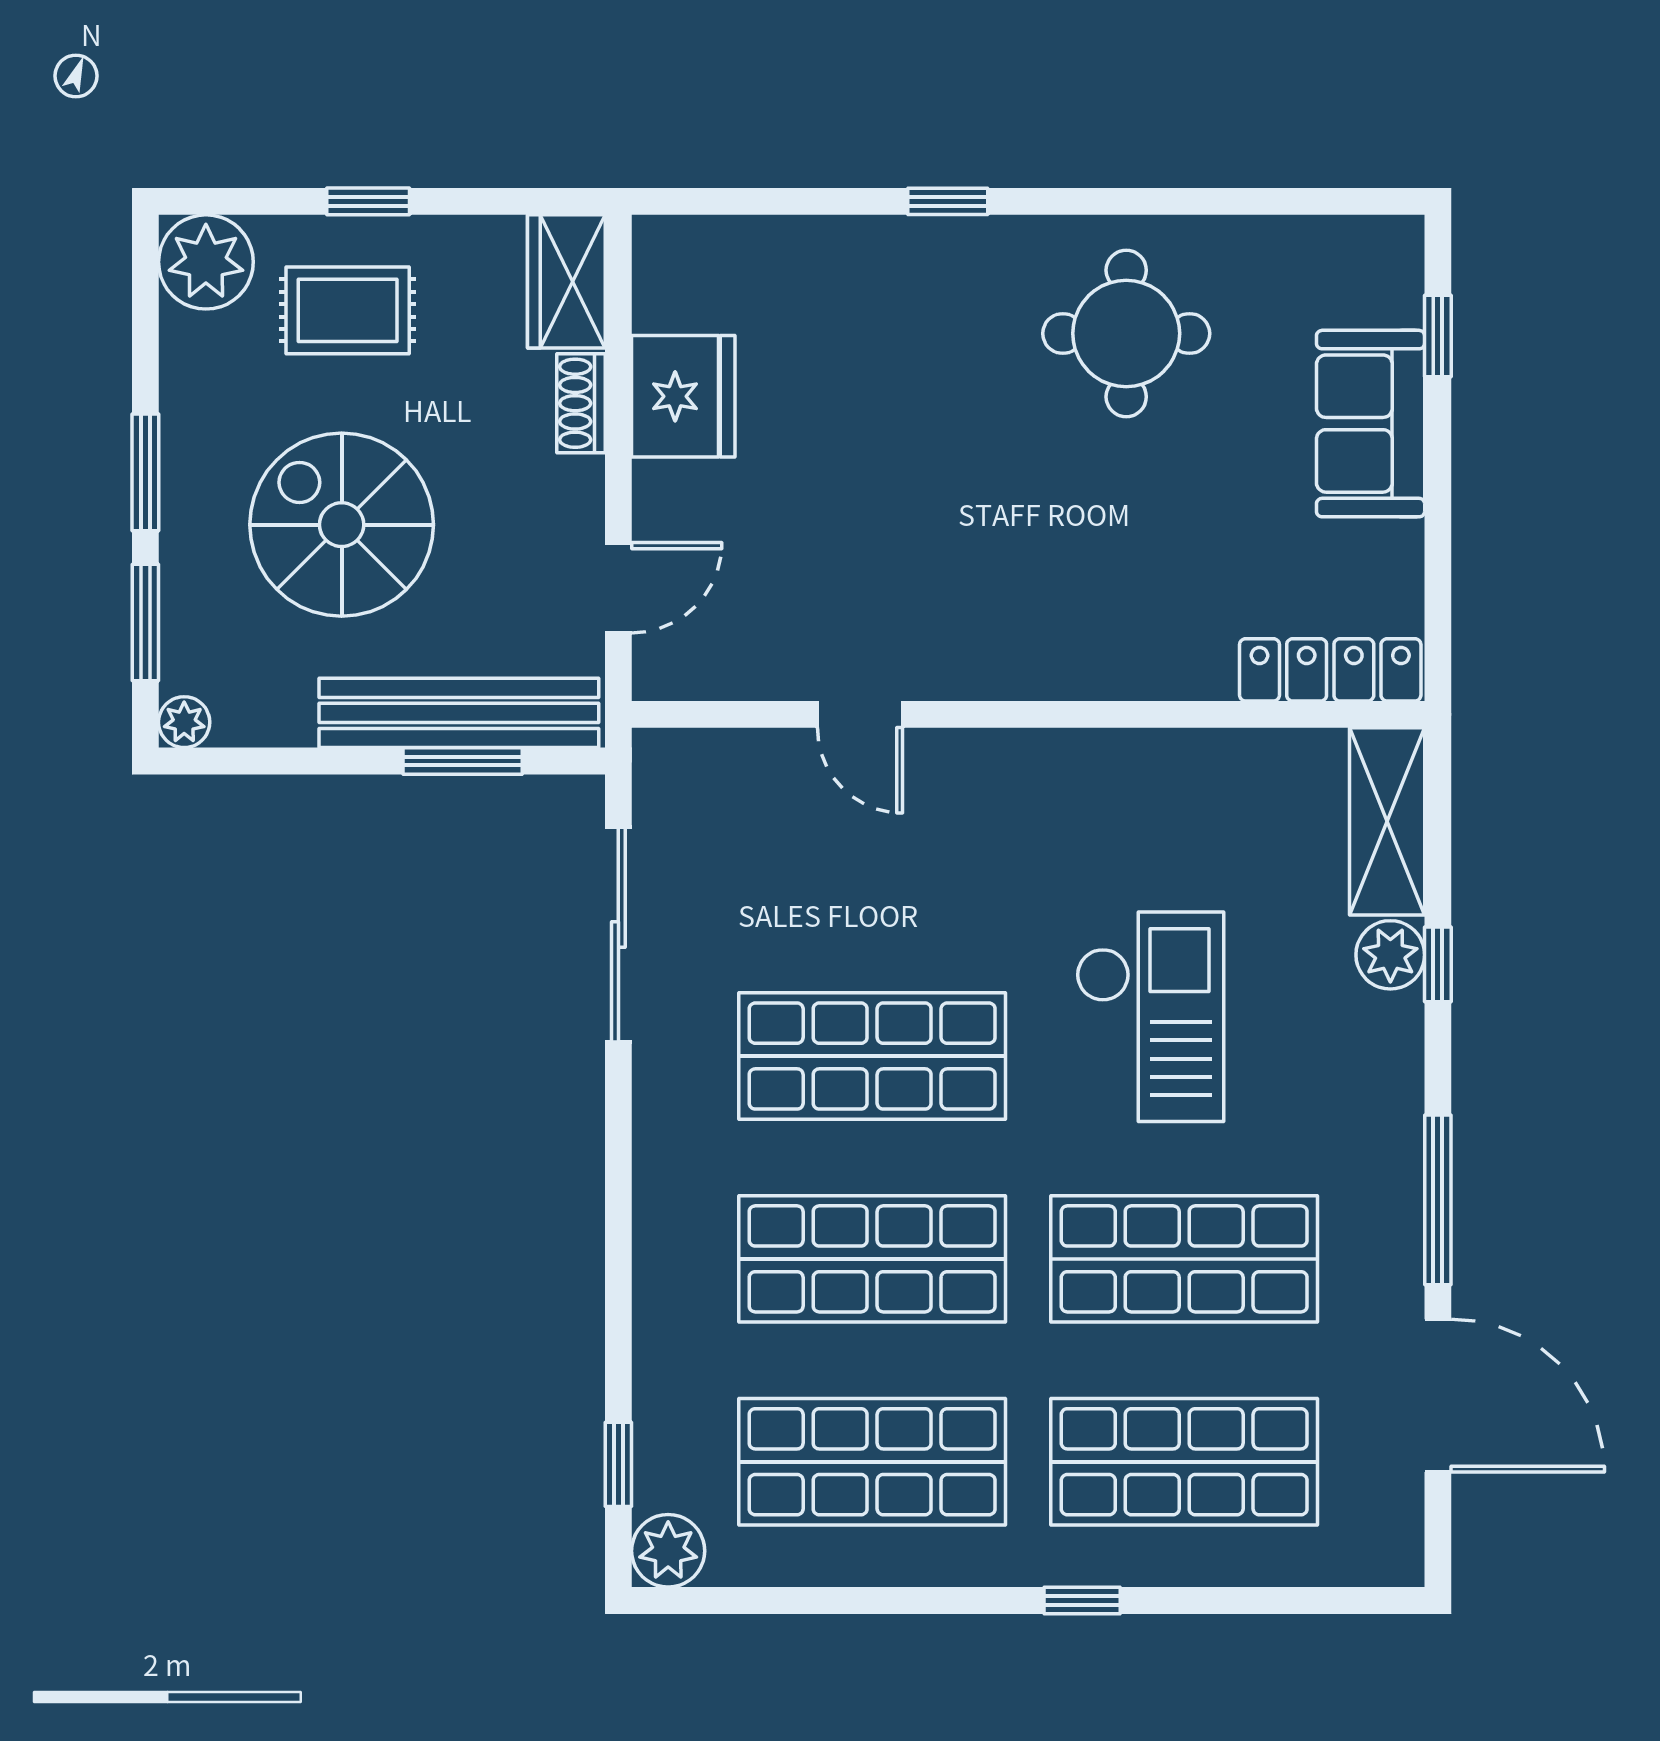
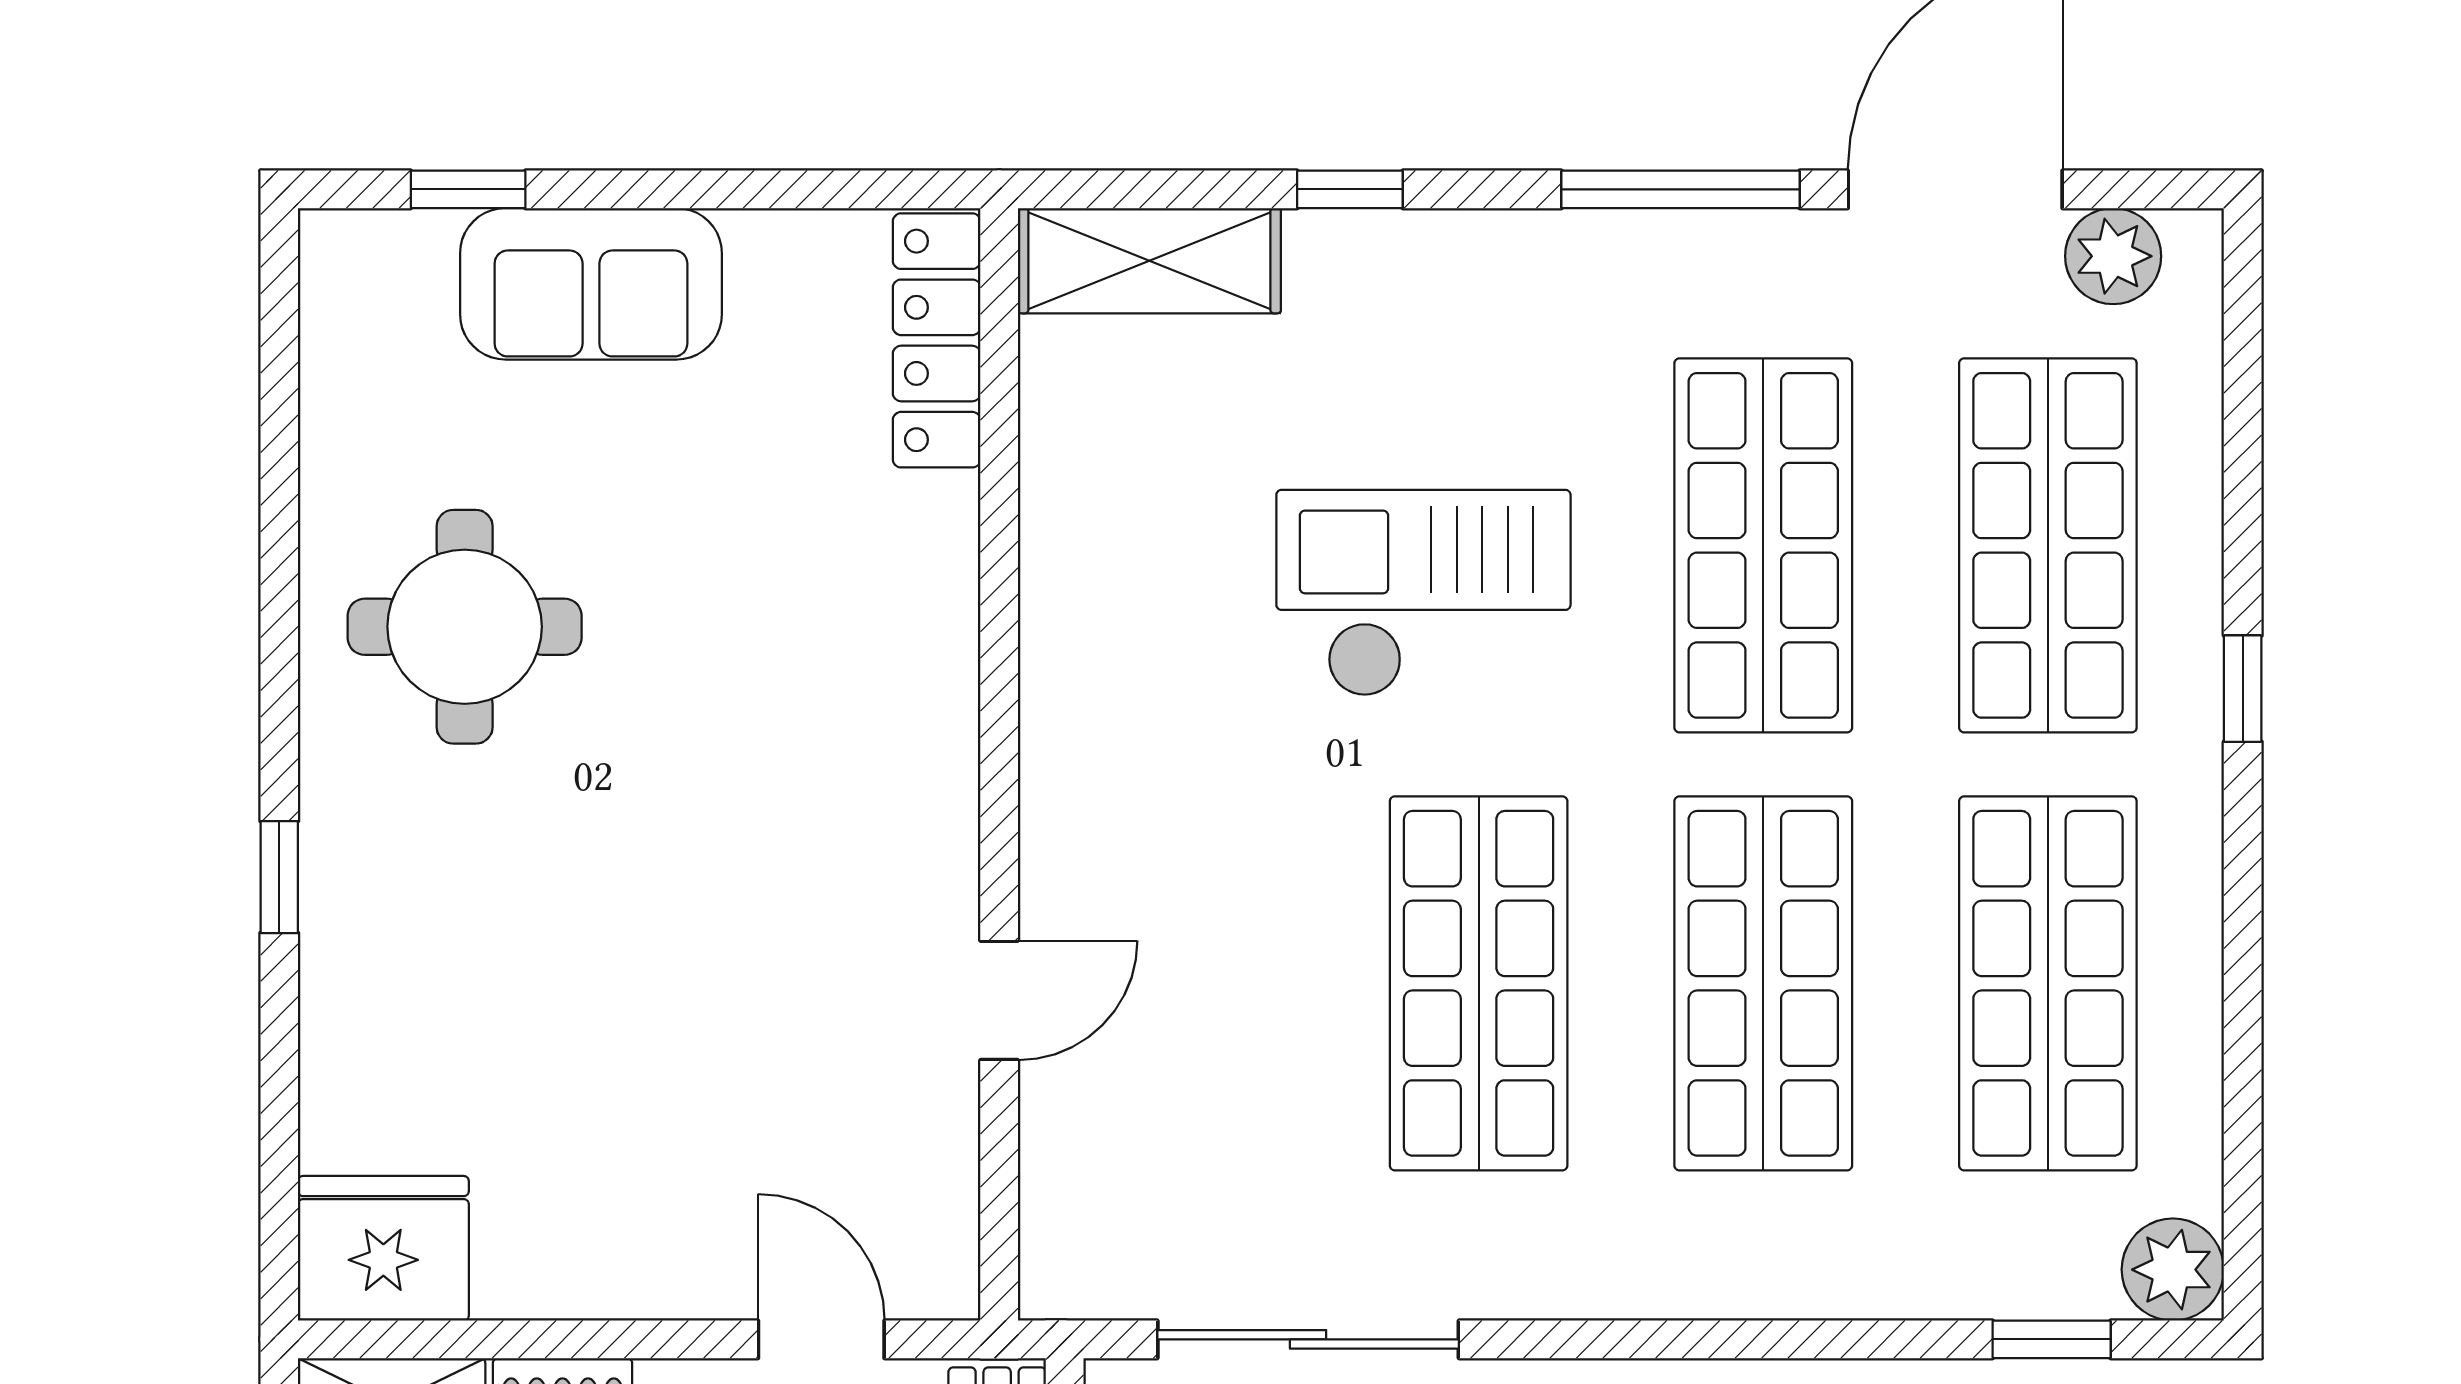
fridge: (683, 396) -> (383, 1248), moved
plant: (1390, 955) -> (2113, 256), moved

